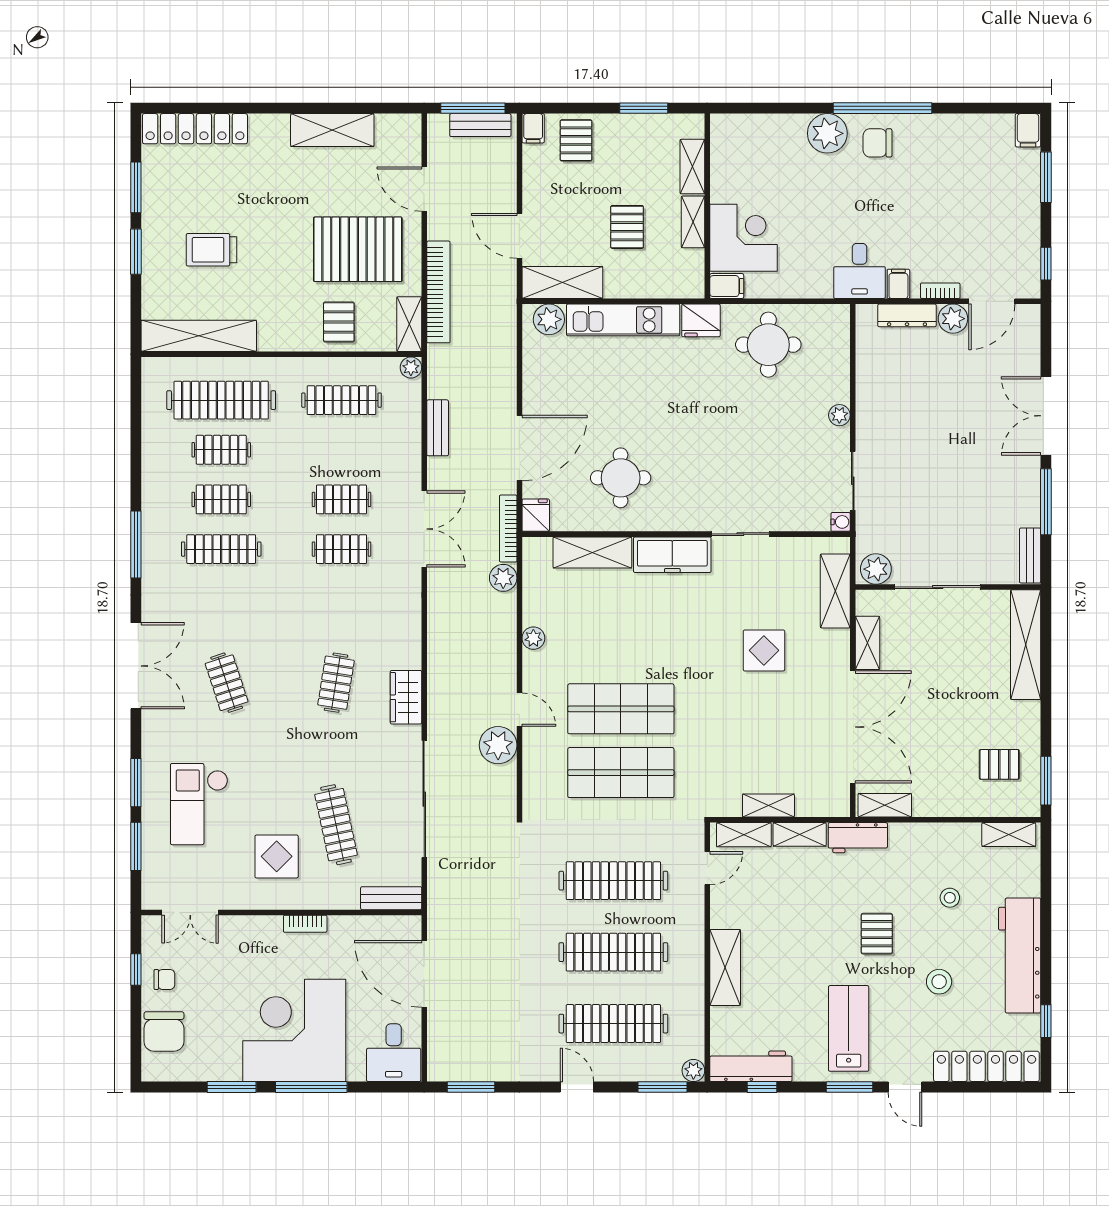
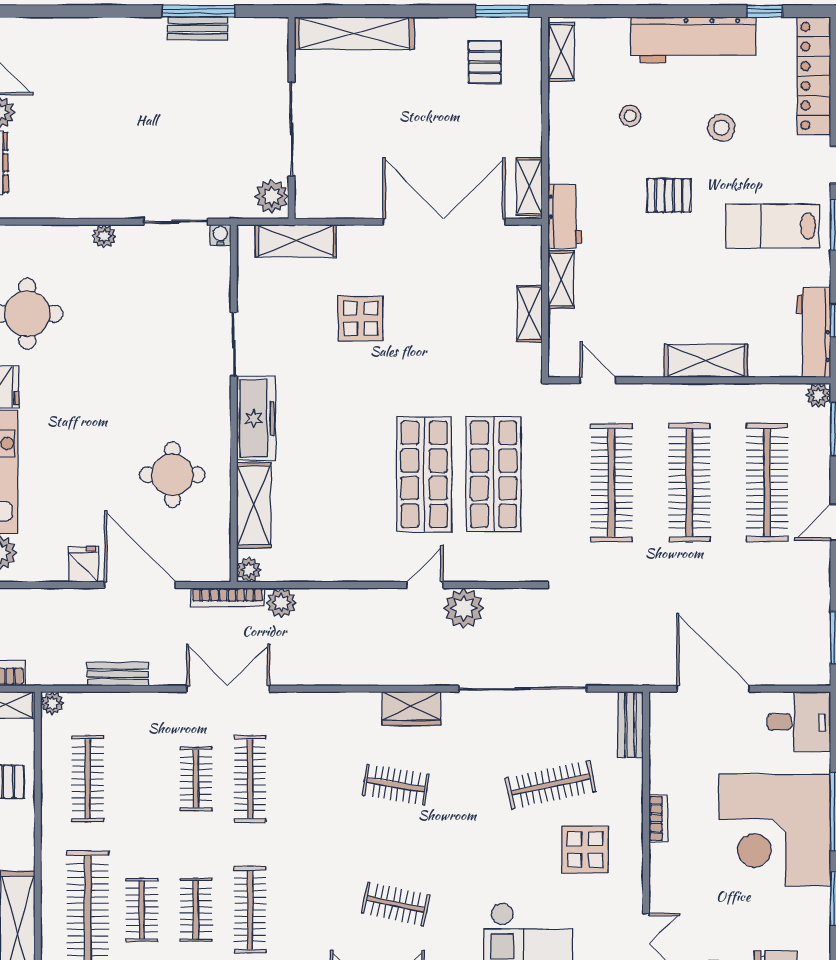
double door: (1046, 416) -> (105, 11), removed
fridge: (536, 515) -> (83, 564), moved, turned 90
clothes rail: (341, 549) -> (250, 779), width x1.36
bench: (1030, 555) -> (198, 28), moved
plant: (533, 638) -> (249, 570), moved
shelving: (867, 643) -> (352, 206), removed
clothes rail: (227, 683) -> (396, 904), turned 30
shelving: (744, 835) -> (561, 340), removed
door: (424, 974) -> (713, 689), swing flipped

